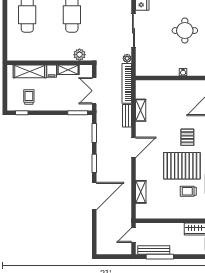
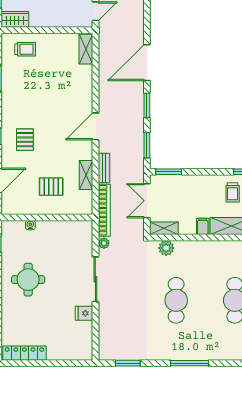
shelving: (68, 70) -> (164, 228), moved
double door: (94, 91) -> (147, 201), swing flipped
pallet: (182, 166) -> (51, 187), moved, width x0.49, depth x0.50
trolley: (188, 191) -> (25, 49), moved
shelving: (141, 192) -> (86, 49), moved

